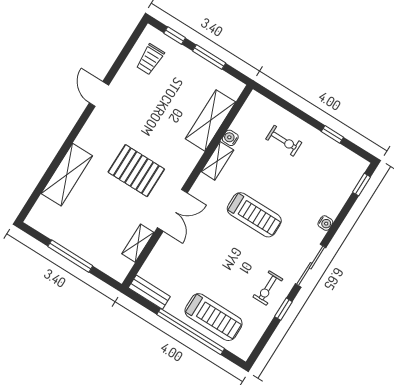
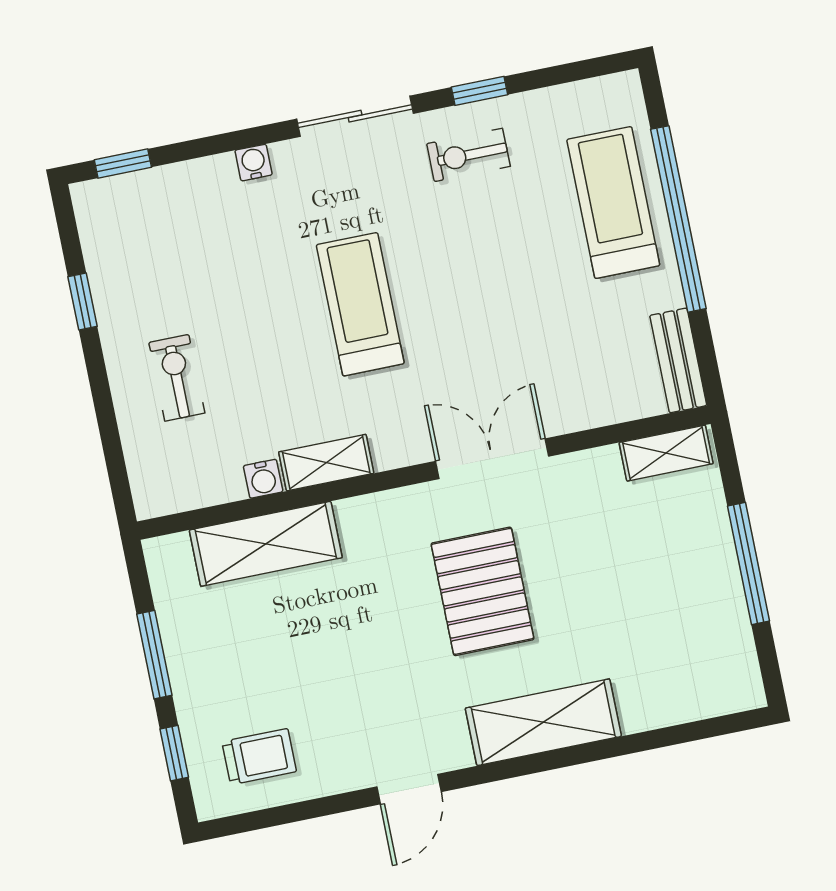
shelving: (67, 175) -> (543, 722), moved
shelving: (138, 243) -> (666, 453), moved
exercise bike: (268, 288) -> (468, 155), turned 180

